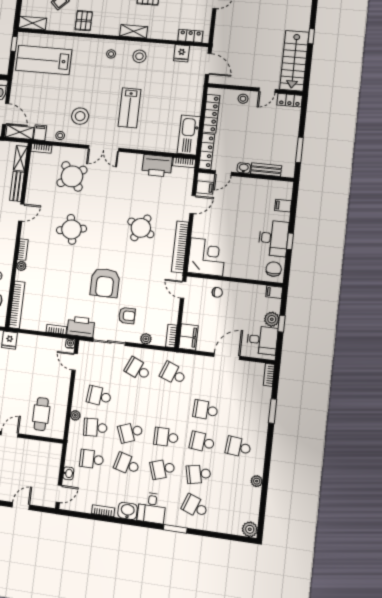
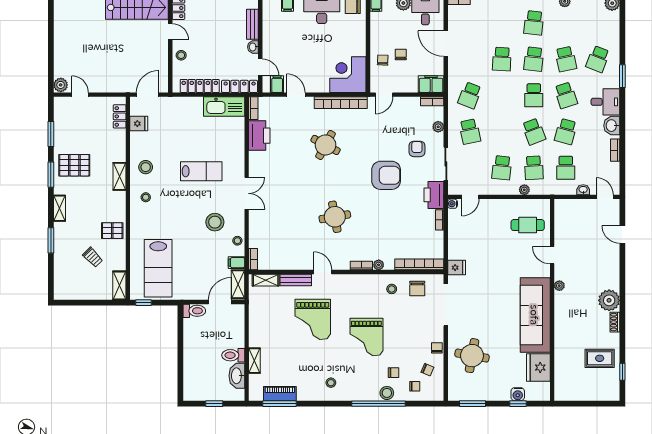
round table: (72, 176) -> (279, 223), removed
chair: (221, 311) -> (401, 55), added
school desk: (138, 369) -> (470, 132), turned -36

